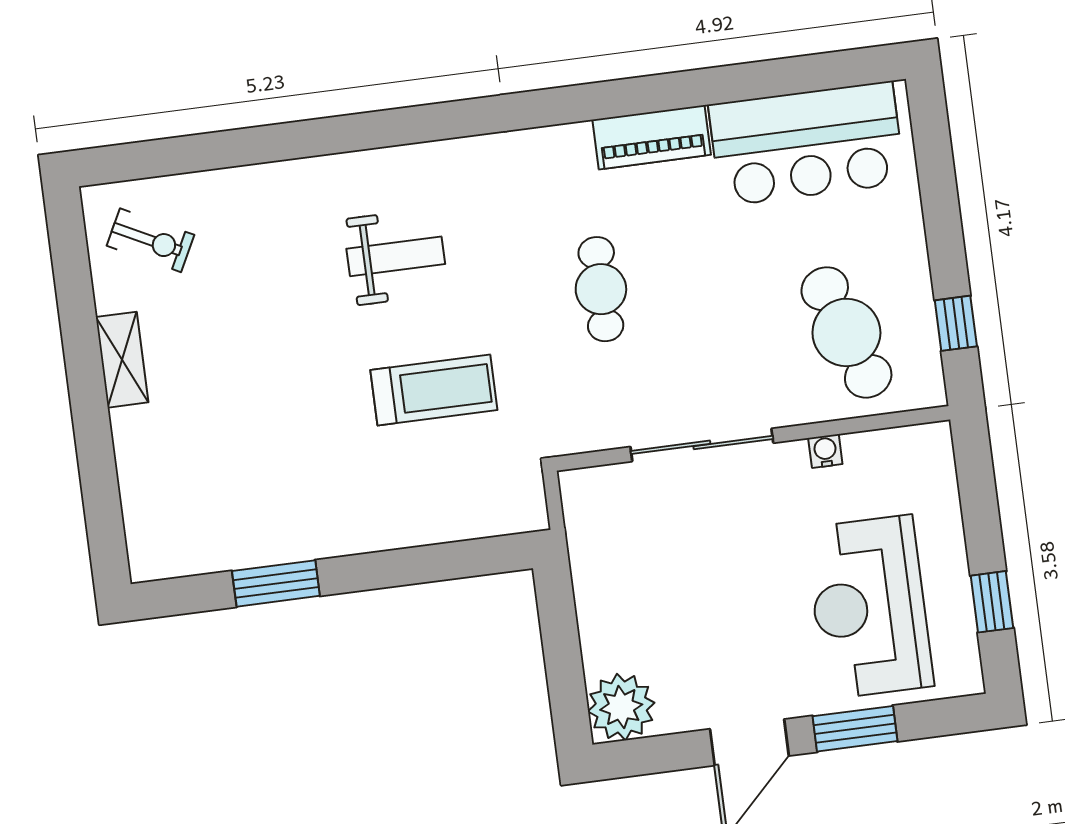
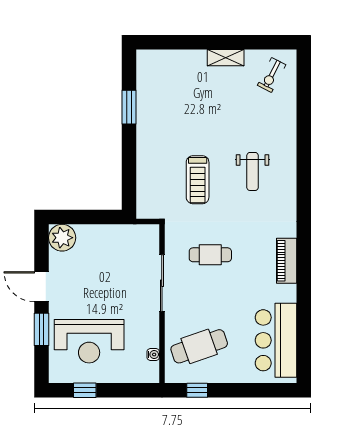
piano: (652, 137) -> (287, 261), moved
cafe table: (601, 289) -> (210, 255), moved
water cooler: (825, 451) -> (153, 355), moved
reception desk: (869, 607) -> (89, 341), turned 180

